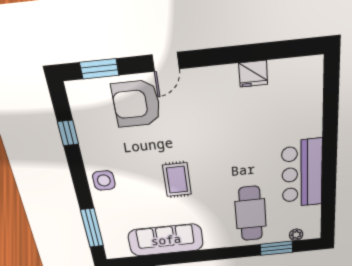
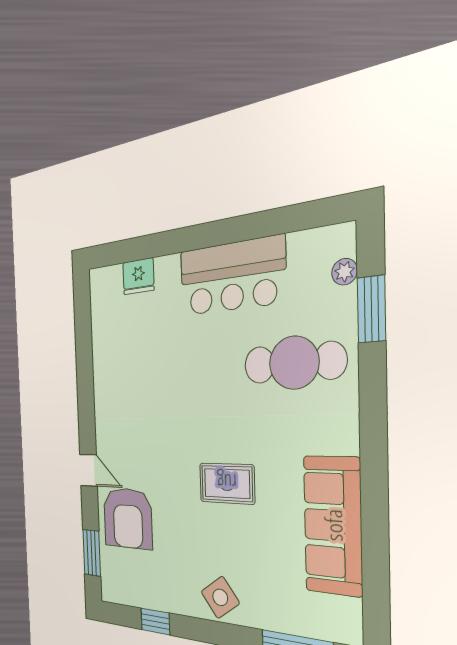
fridge: (253, 74) -> (138, 276), moved, turned 90
side table: (104, 180) -> (220, 597), turned -37

